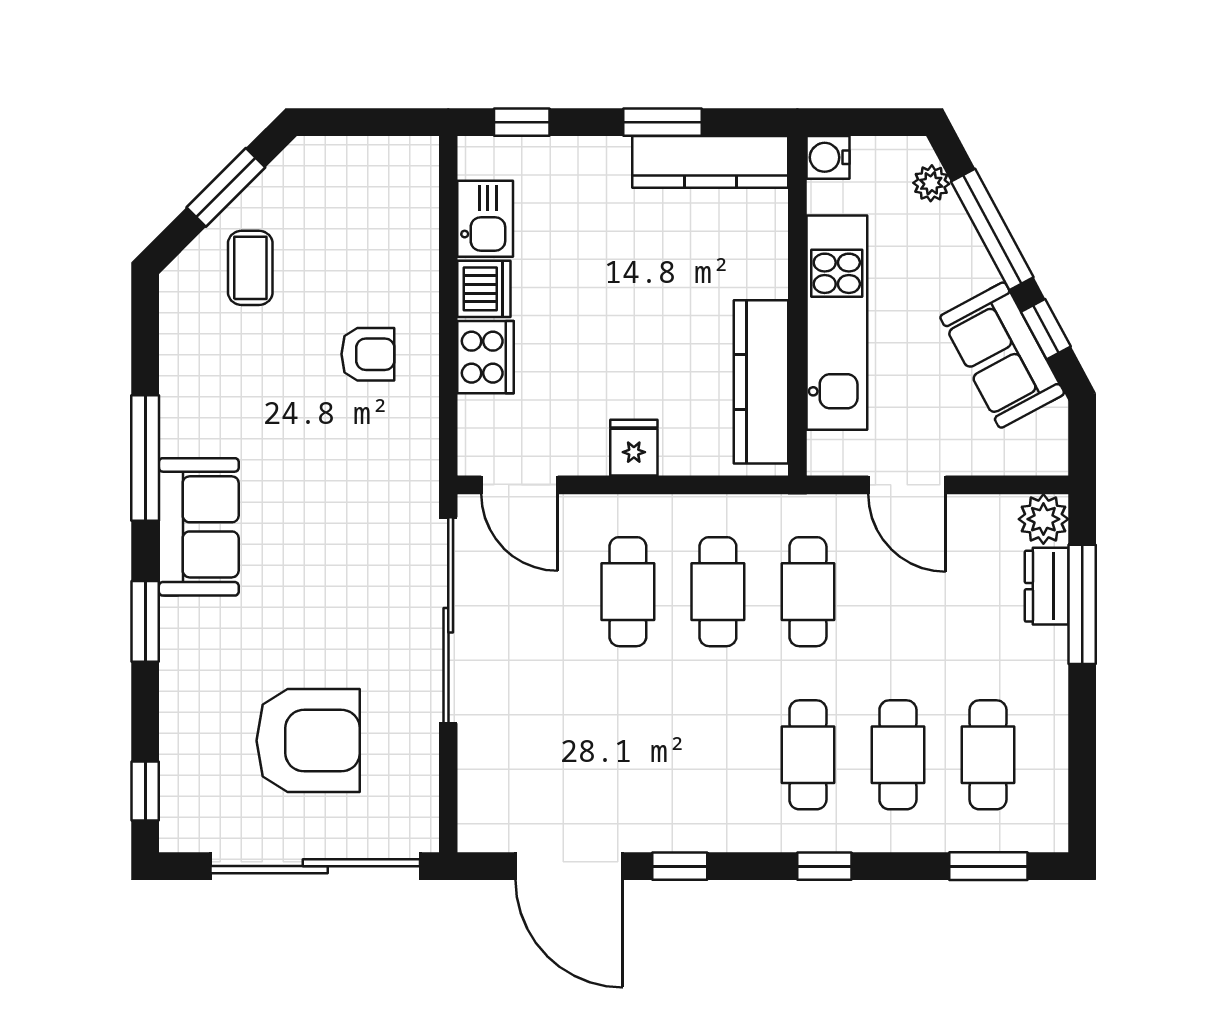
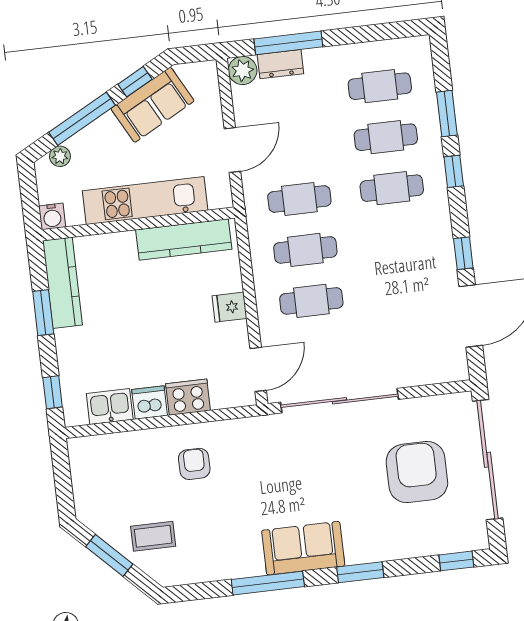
window: (988, 866) -> (447, 114), moved

